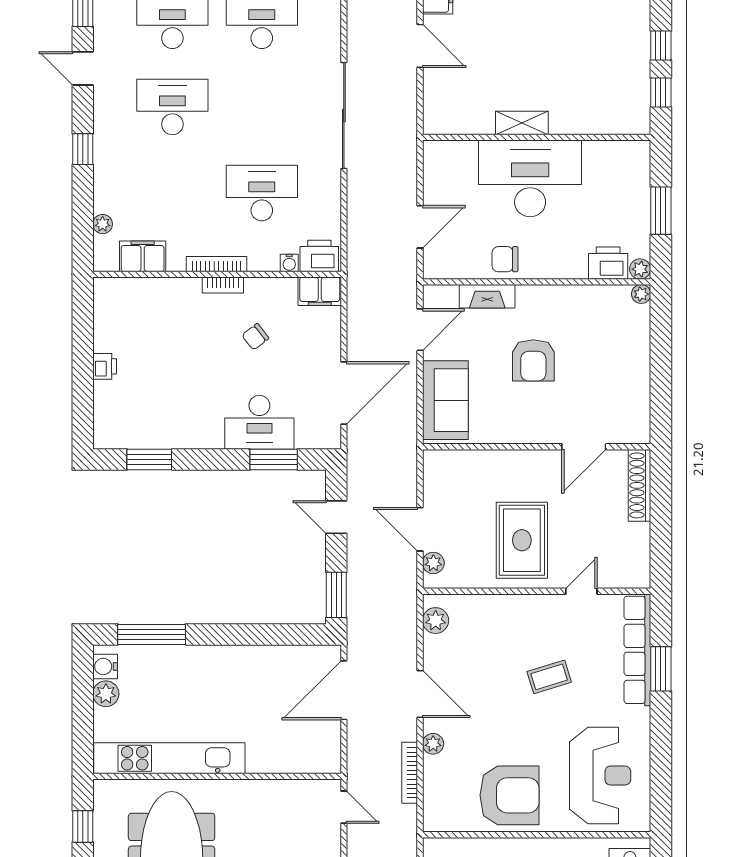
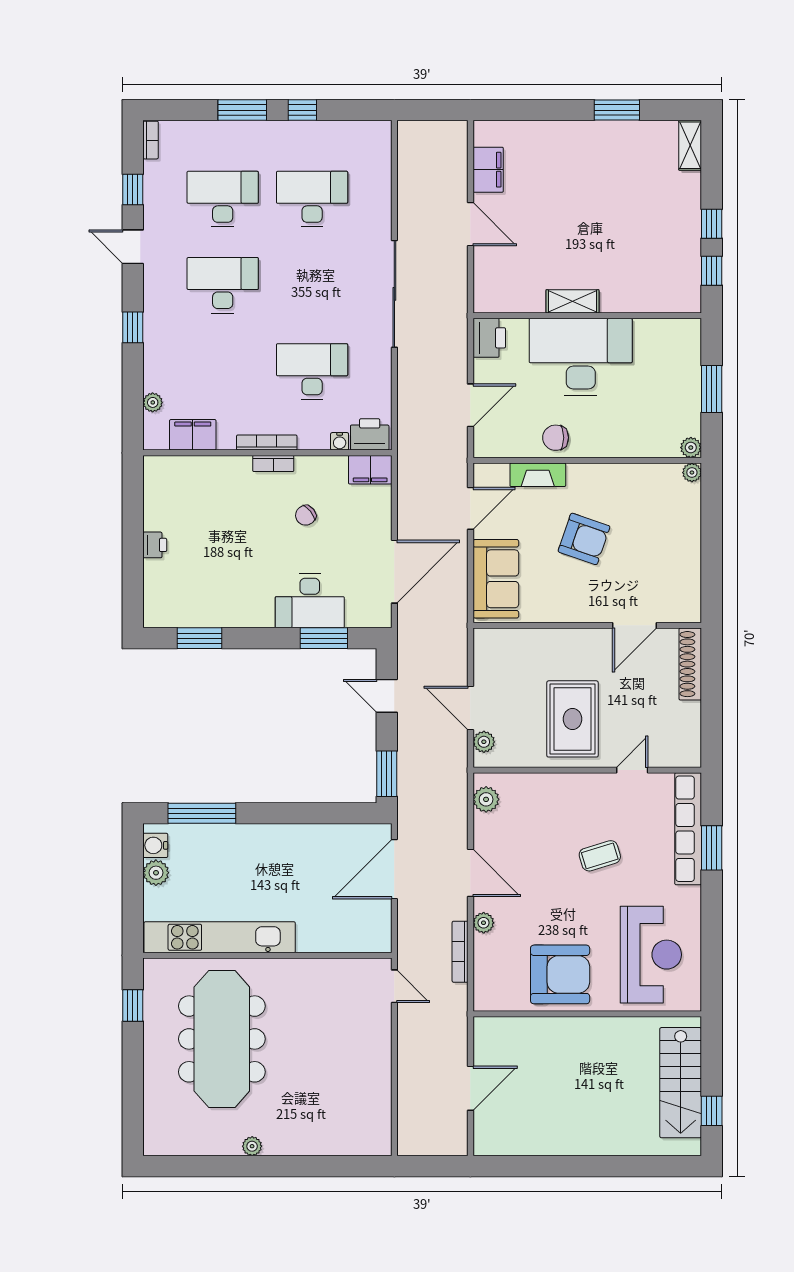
printer: (608, 263) -> (489, 338), moved, turned 90
armchair: (533, 360) -> (584, 539), turned -71

